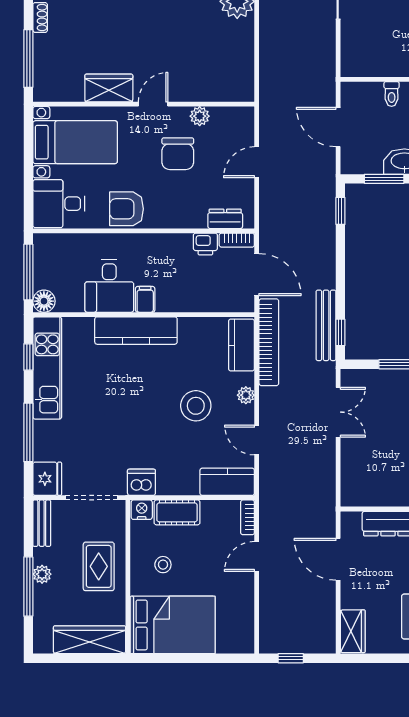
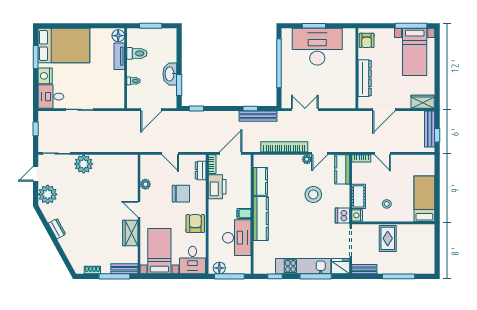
bench: (42, 77) -> (124, 269), added
chair: (178, 154) -> (181, 194), moved
armchair: (127, 209) -> (195, 224), turned 180
printer: (205, 244) -> (217, 187), width x1.87, depth x1.48
desk: (109, 286) -> (237, 238), width x1.37
floor lamp: (44, 301) -> (219, 268), moved
window: (340, 332) -> (250, 108), moved
bookcase: (269, 342) -> (284, 147), moved
kitchen counter: (241, 345) -> (260, 181), moved, turned -90
kitchen unit: (47, 368) -> (303, 266), moved
plant: (246, 395) -> (307, 159), moved
stool: (196, 406) -> (313, 194), moved
rug: (99, 566) -> (388, 238), turned 90
plant: (42, 574) -> (392, 269), removed
bed: (173, 625) -> (424, 199), width x0.67
wardrobe: (90, 640) -> (427, 243), removed
bench: (302, 644) -> (430, 129), added

